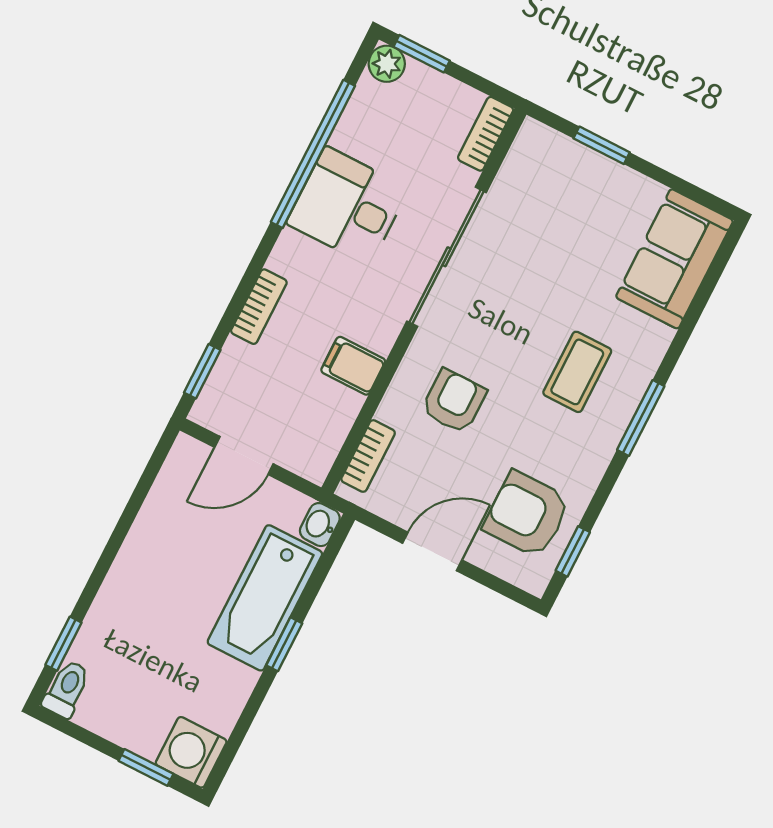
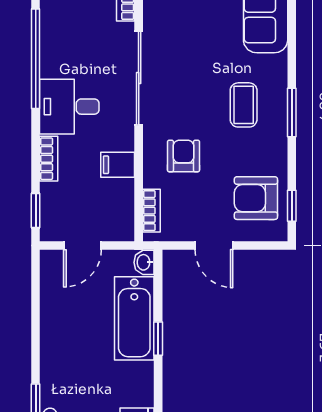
desk: (348, 206) -> (69, 107), moved
door: (432, 551) -> (214, 245), swing flipped

